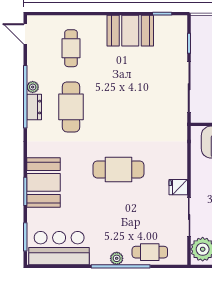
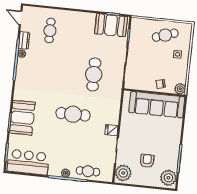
booth: (130, 31) -> (111, 25), moved
dresser: (34, 107) -> (24, 40), moved
cafe table: (71, 107) -> (94, 75), moved

